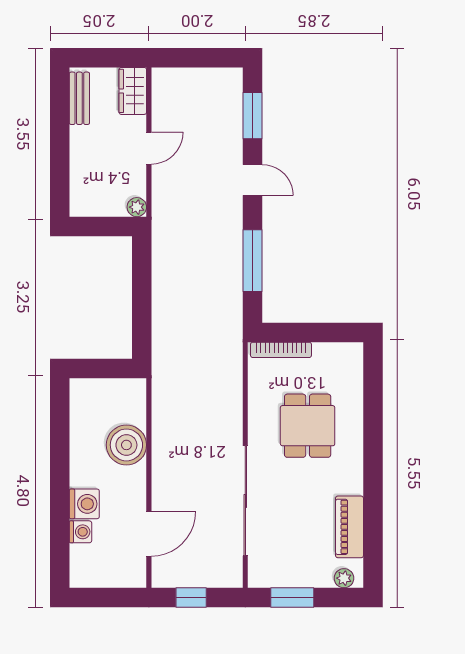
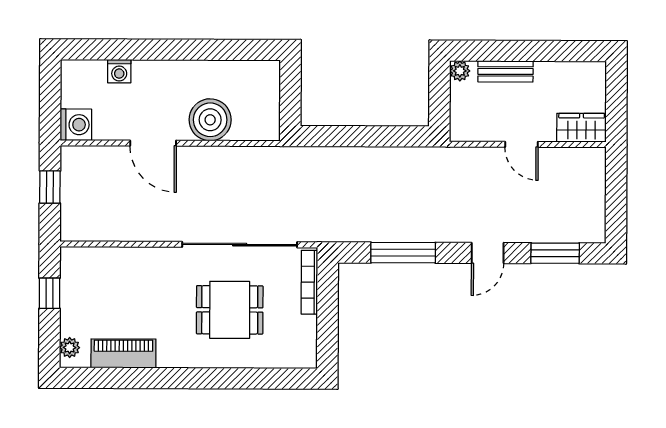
bench: (79, 98) -> (505, 71), moved
plant: (137, 207) -> (460, 71), moved
sliding door: (245, 501) -> (240, 245), moved
washing machine: (84, 504) -> (76, 125), moved, turned -90
door: (149, 534) -> (153, 143), moved
window: (292, 598) -> (50, 293), width x0.67

